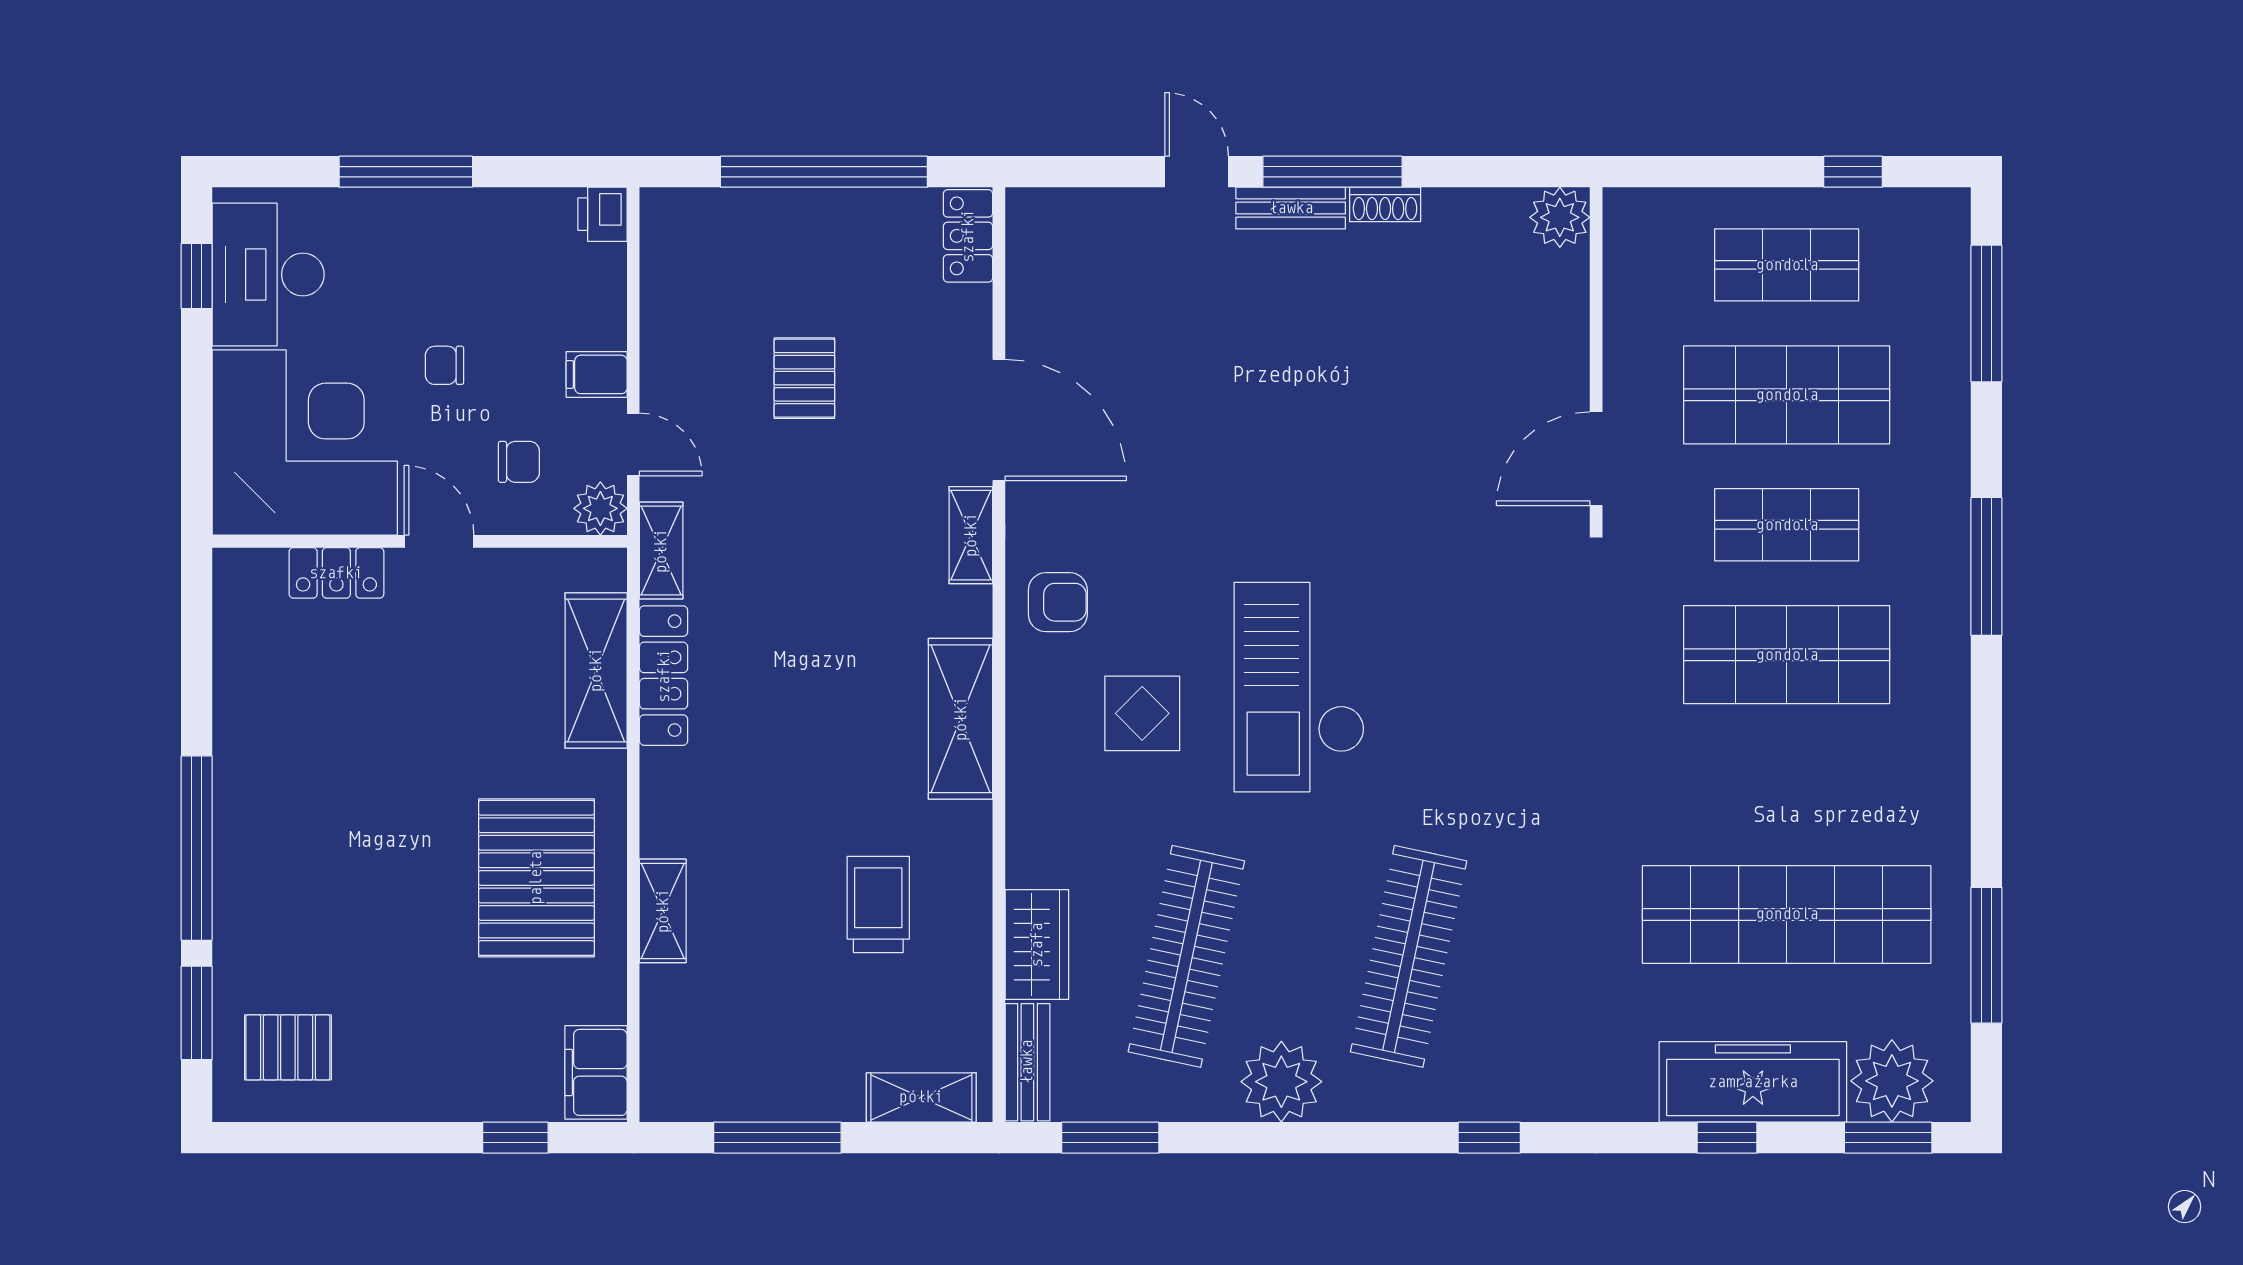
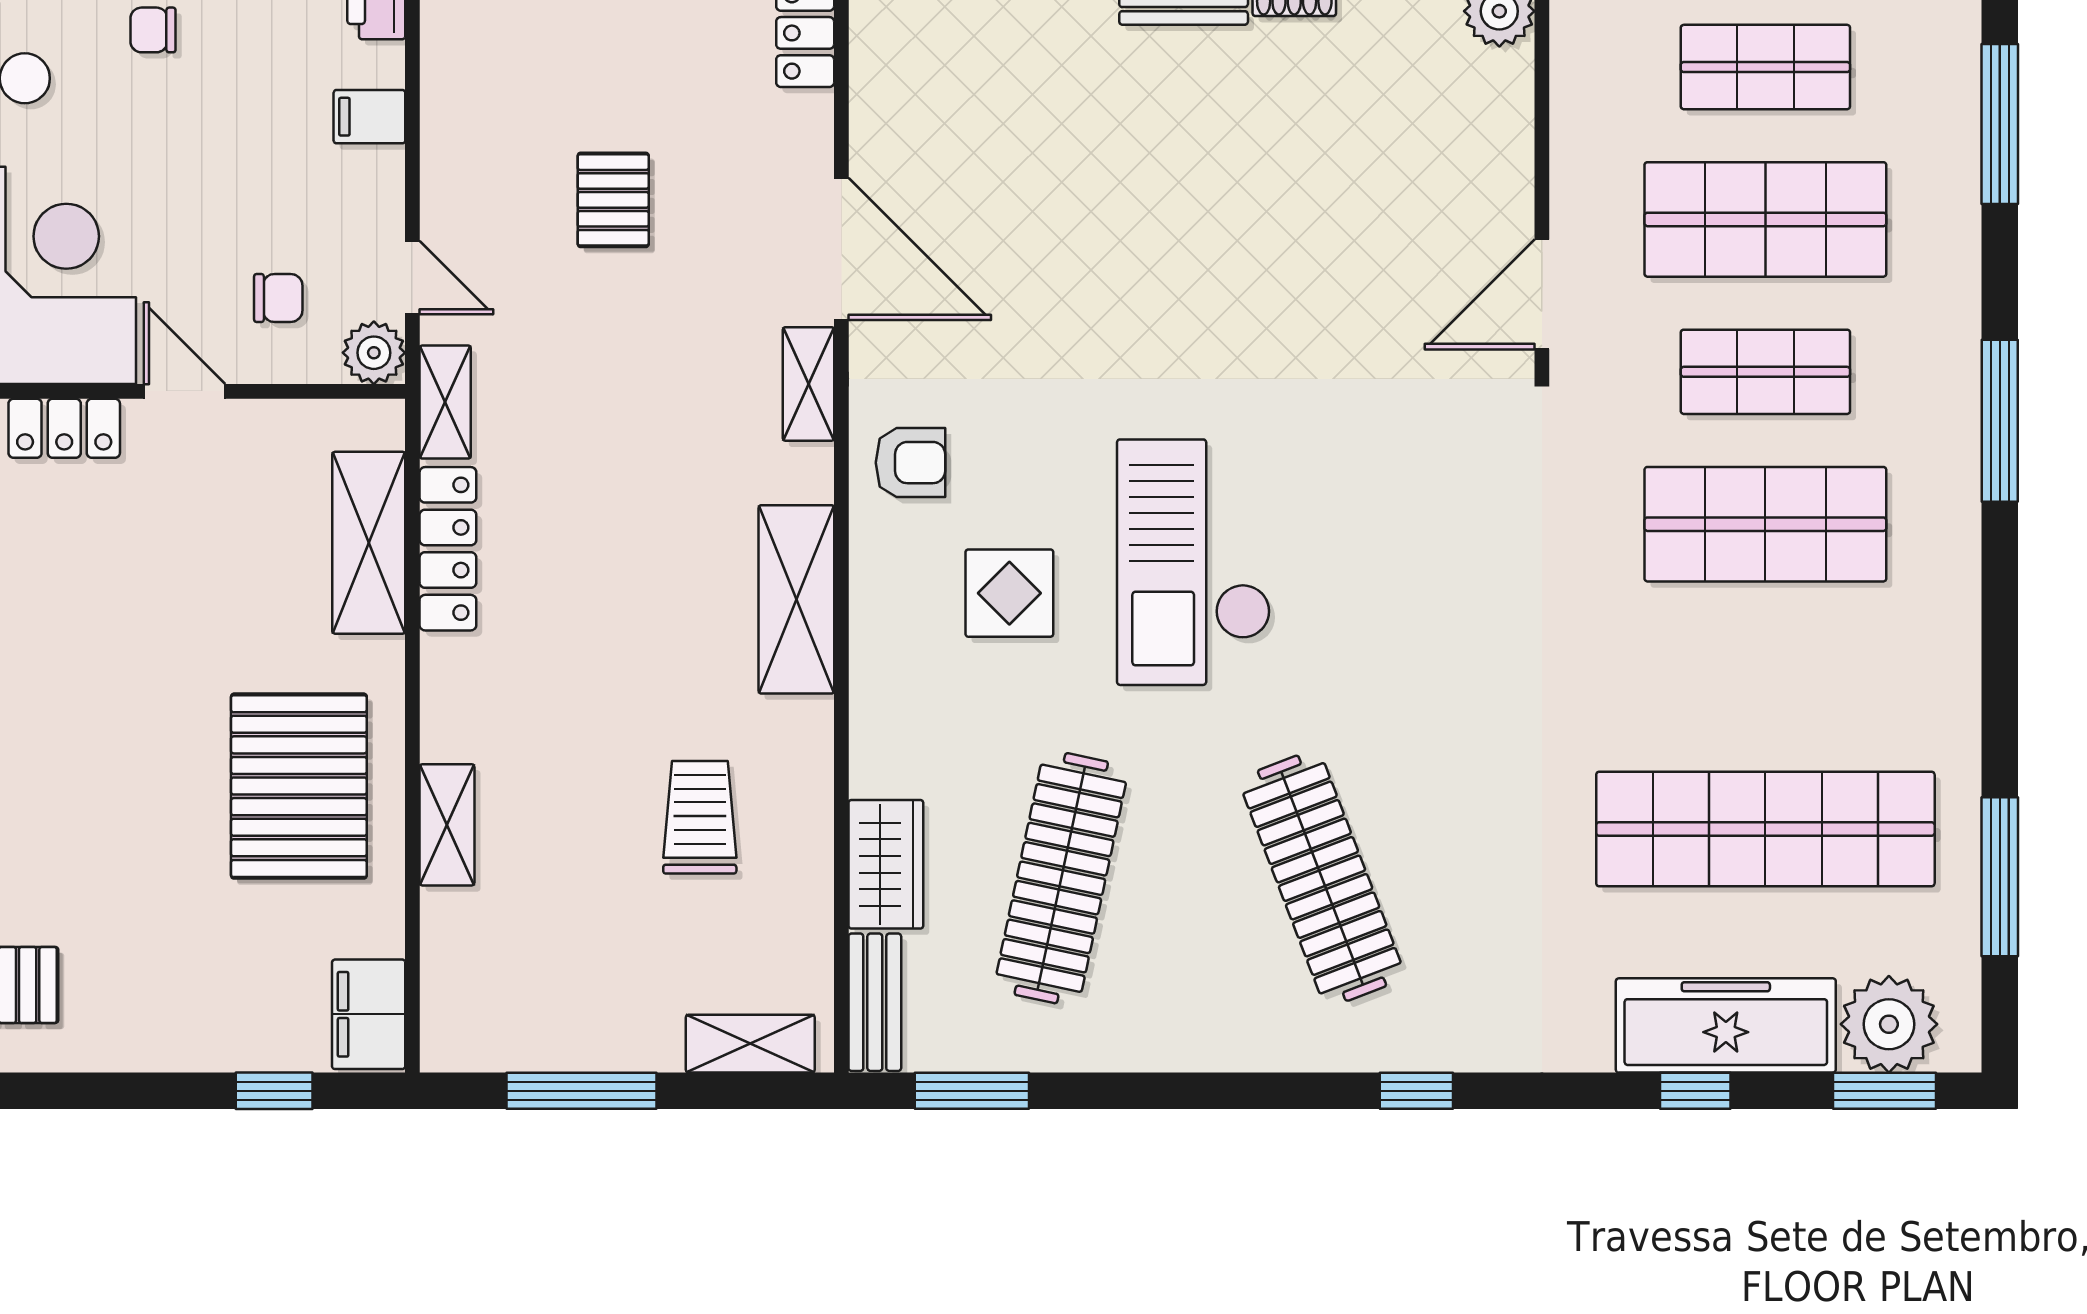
chair: (445, 365) -> (153, 30), moved
filing cabinet: (597, 374) -> (369, 117), moved
clothes rail: (1409, 956) -> (1322, 878), turned -33
plant: (1281, 1082) -> (1173, 1025), removed

